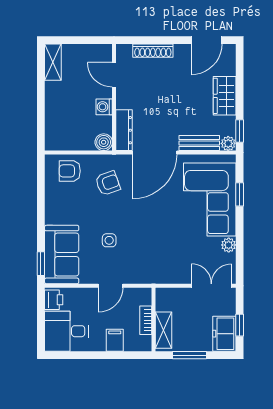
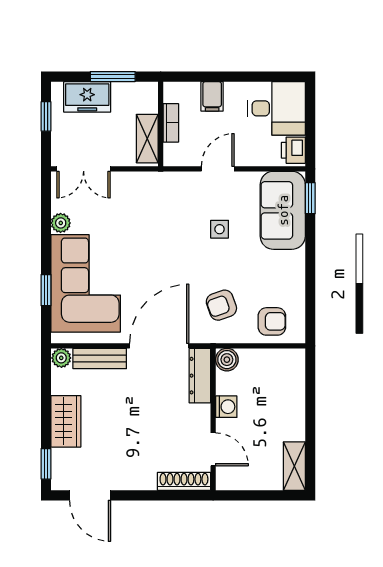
door: (207, 40) -> (90, 495), swing flipped
shoe rack: (153, 51) -> (184, 481), moved
window: (240, 131) -> (46, 464), moved
shelving: (163, 330) -> (147, 139), moved
freezer: (224, 334) -> (87, 97), moved, turned 90

